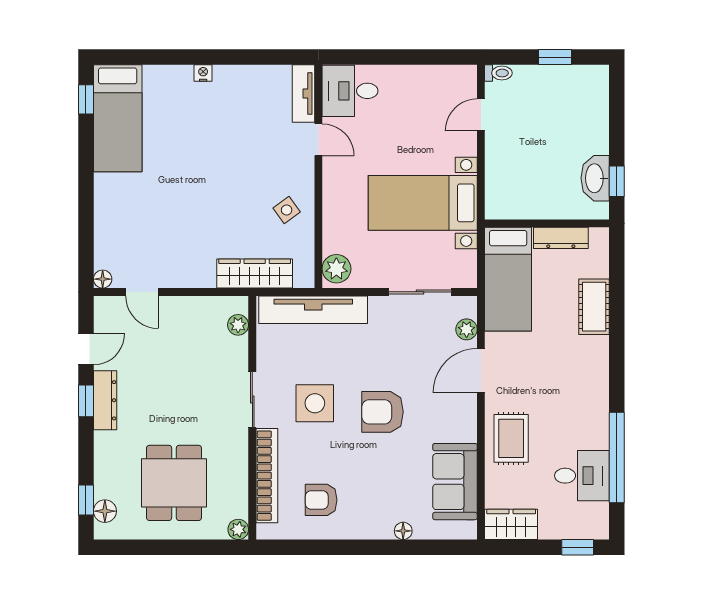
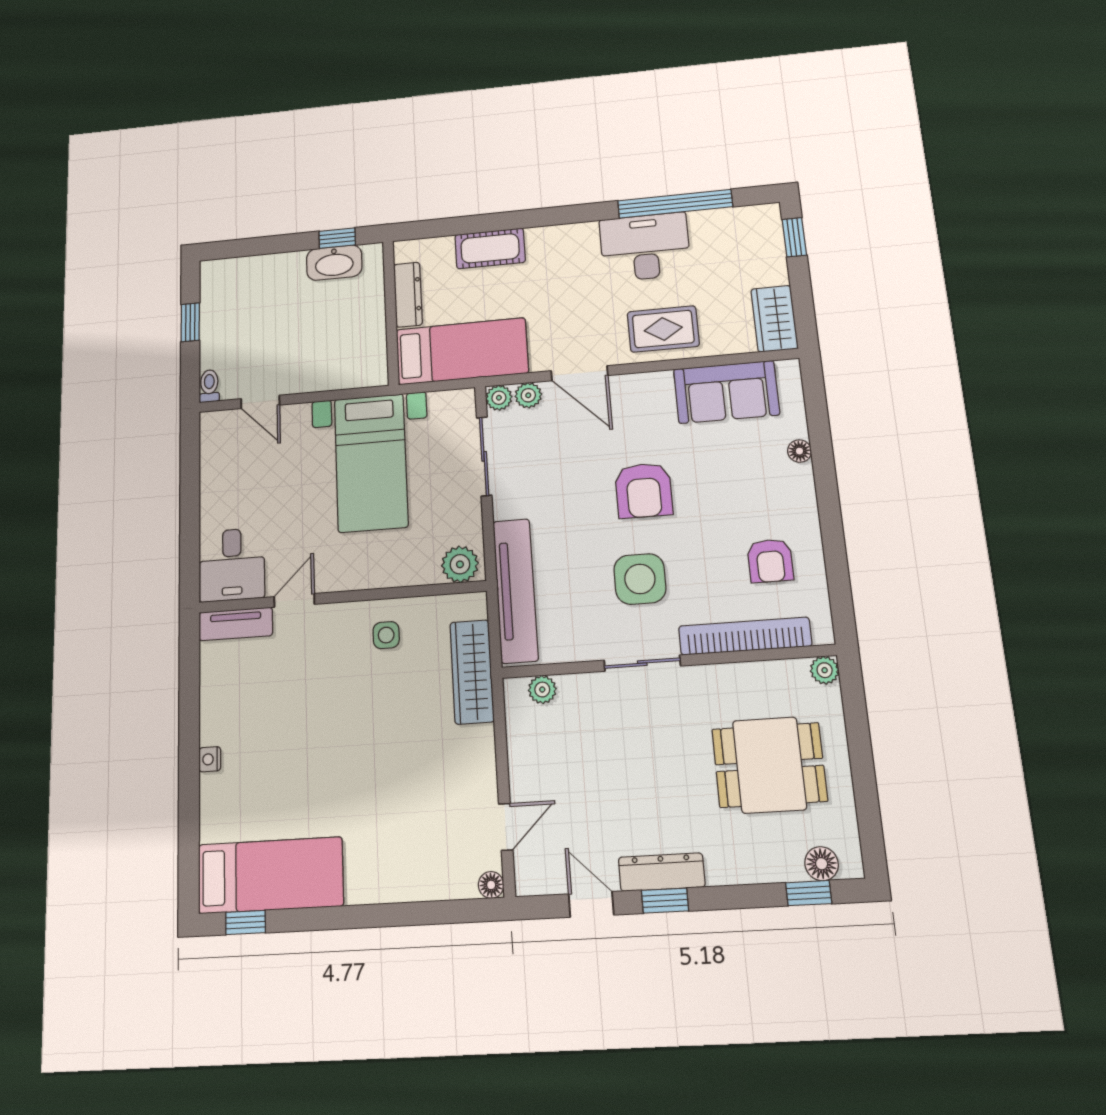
side table: (287, 210) -> (386, 635), turned 36
plant: (467, 306) -> (499, 398), added
desk: (582, 476) -> (645, 247), moved, width x1.37

